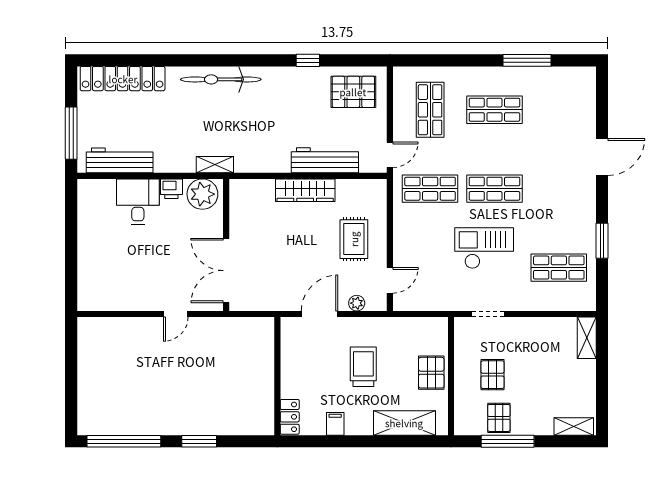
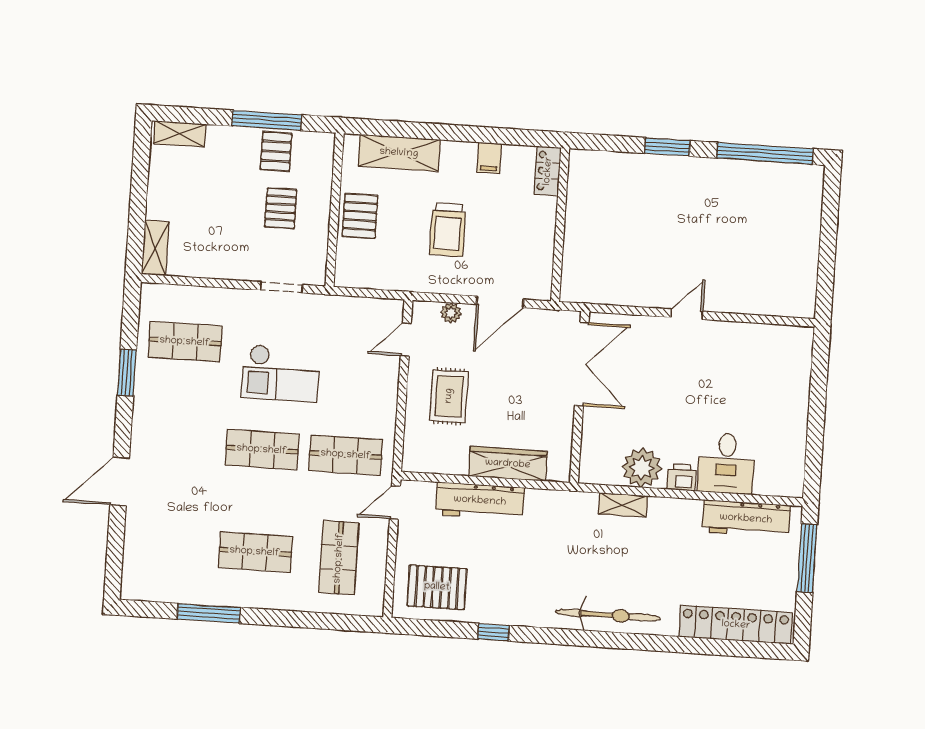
wall: (226, 245) -> (580, 397), moved
double door: (226, 271) -> (582, 364), moved

